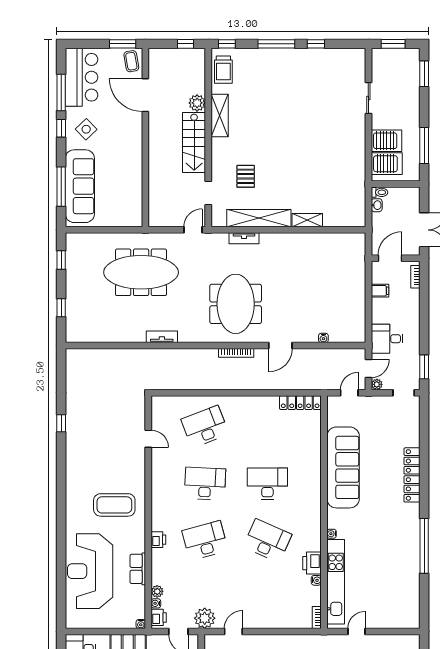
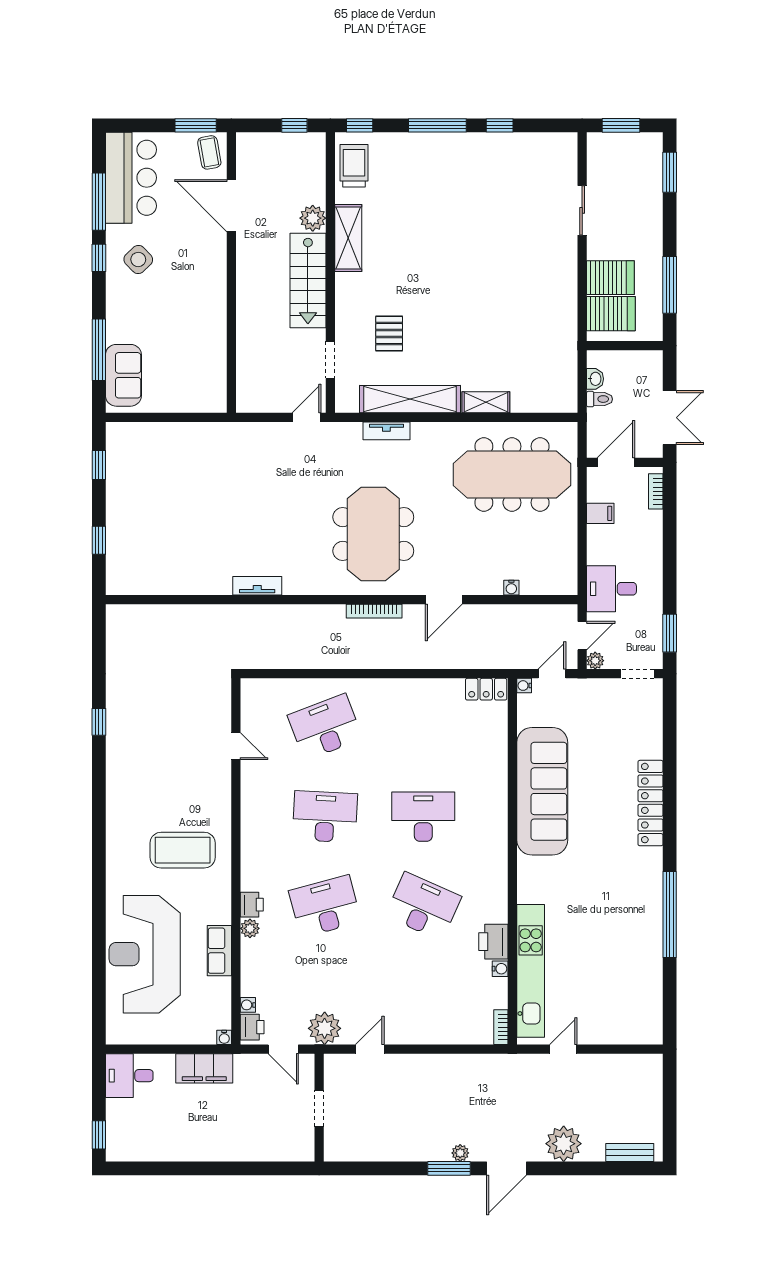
trolley: (223, 70) -> (354, 166), turned 180
sofa: (80, 186) -> (123, 375), width x0.54, depth x0.79
toilet: (380, 192) -> (600, 399), moved
meeting table: (141, 272) -> (512, 475), moved
locker: (300, 403) -> (486, 689), width x0.66
water cooler: (332, 534) -> (524, 686), moved
plant: (157, 591) -> (250, 928), moved

